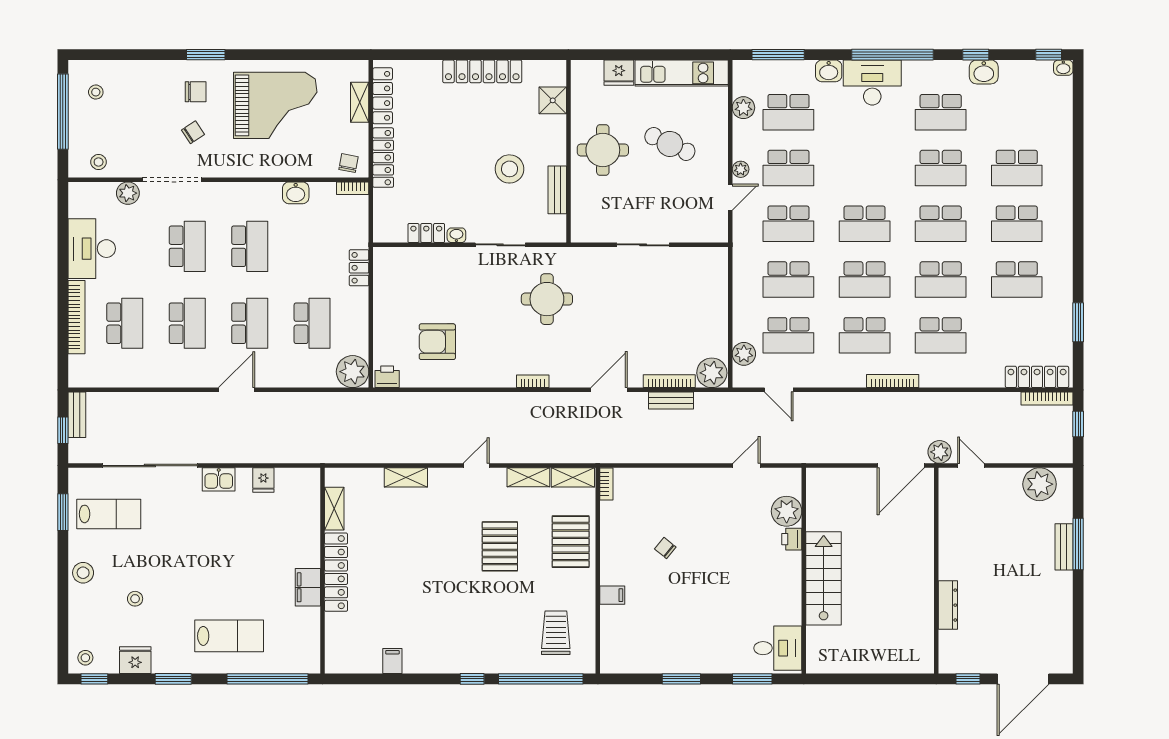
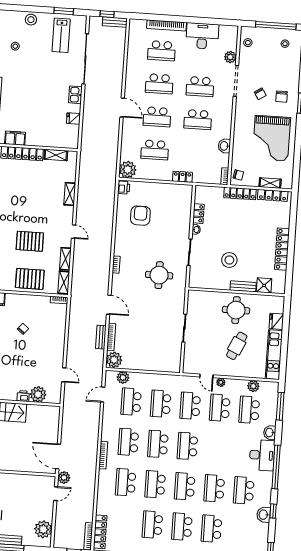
bench: (557, 190) -> (243, 286), moved

